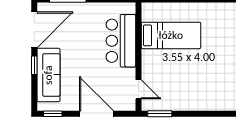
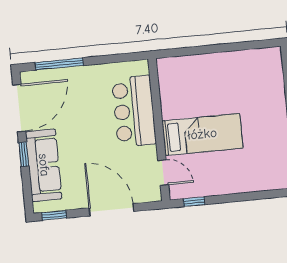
bed: (171, 35) -> (202, 134), moved
window: (160, 114) -> (194, 202), width x0.67

